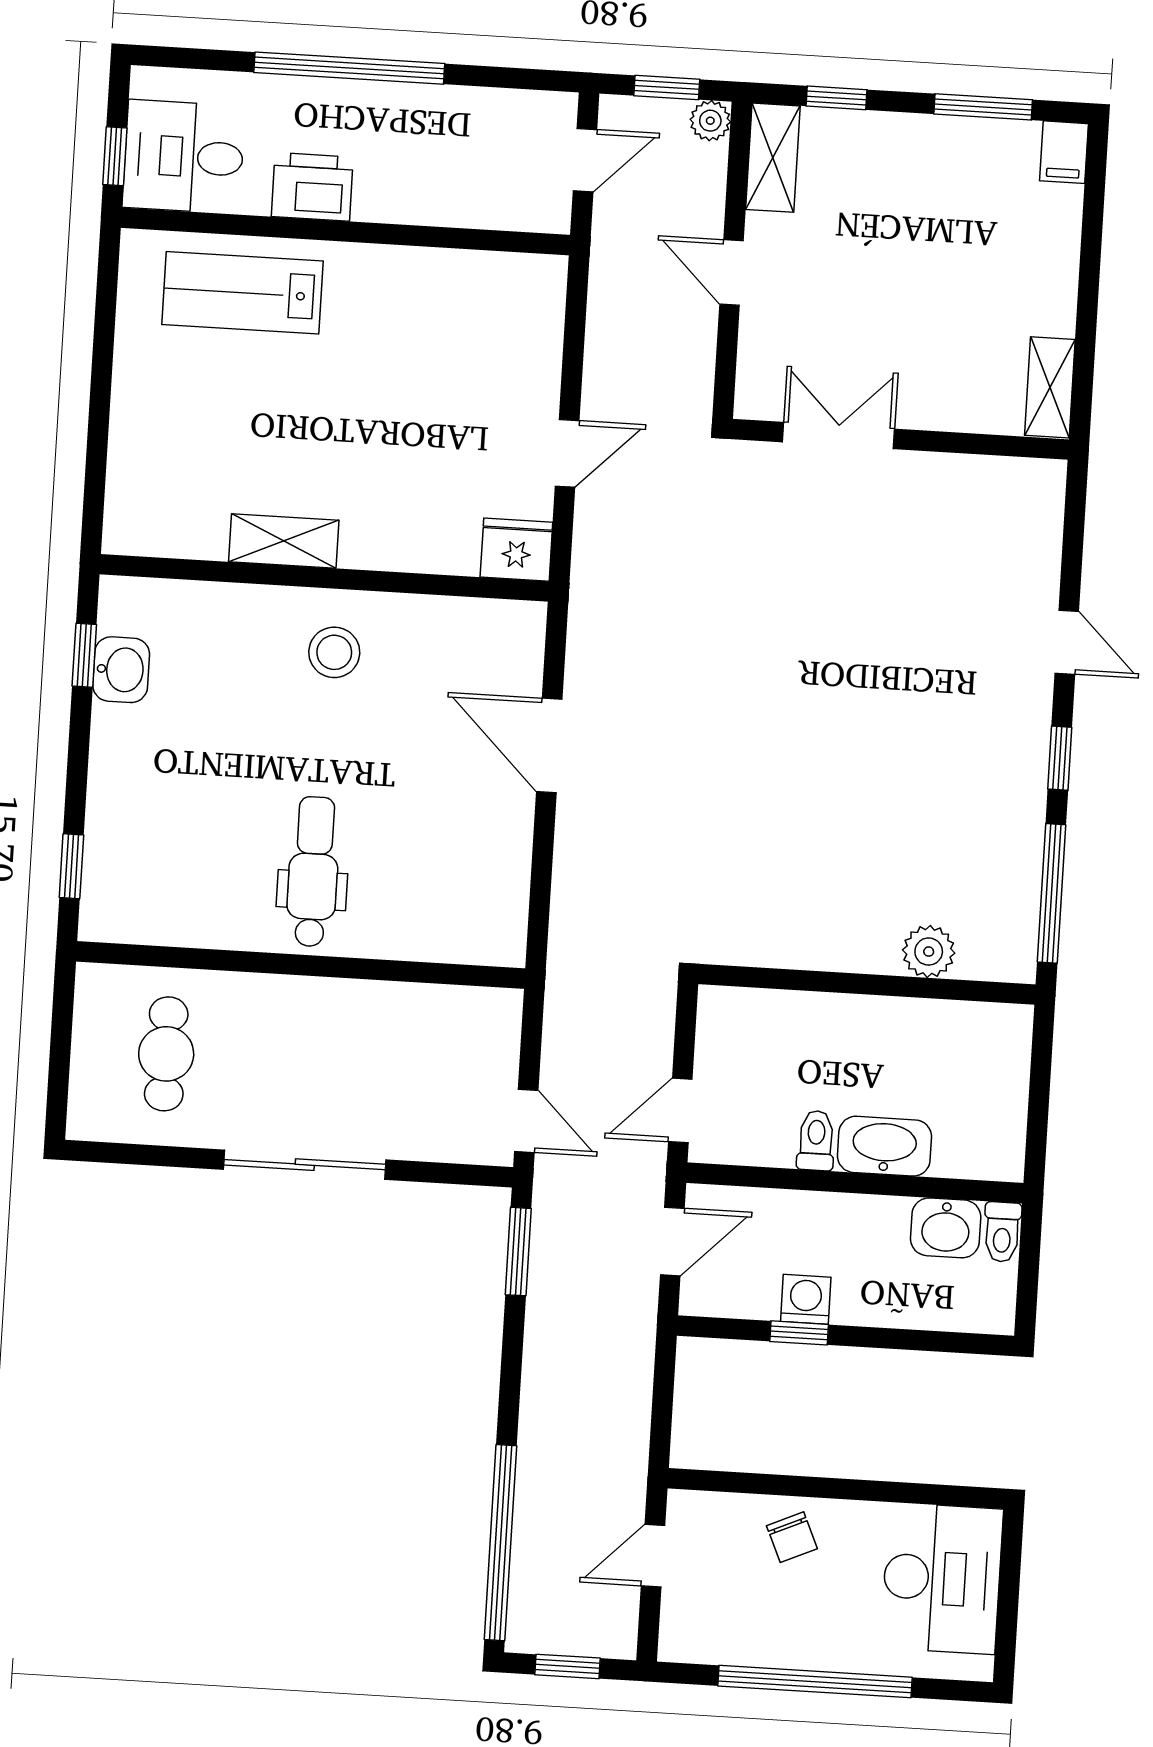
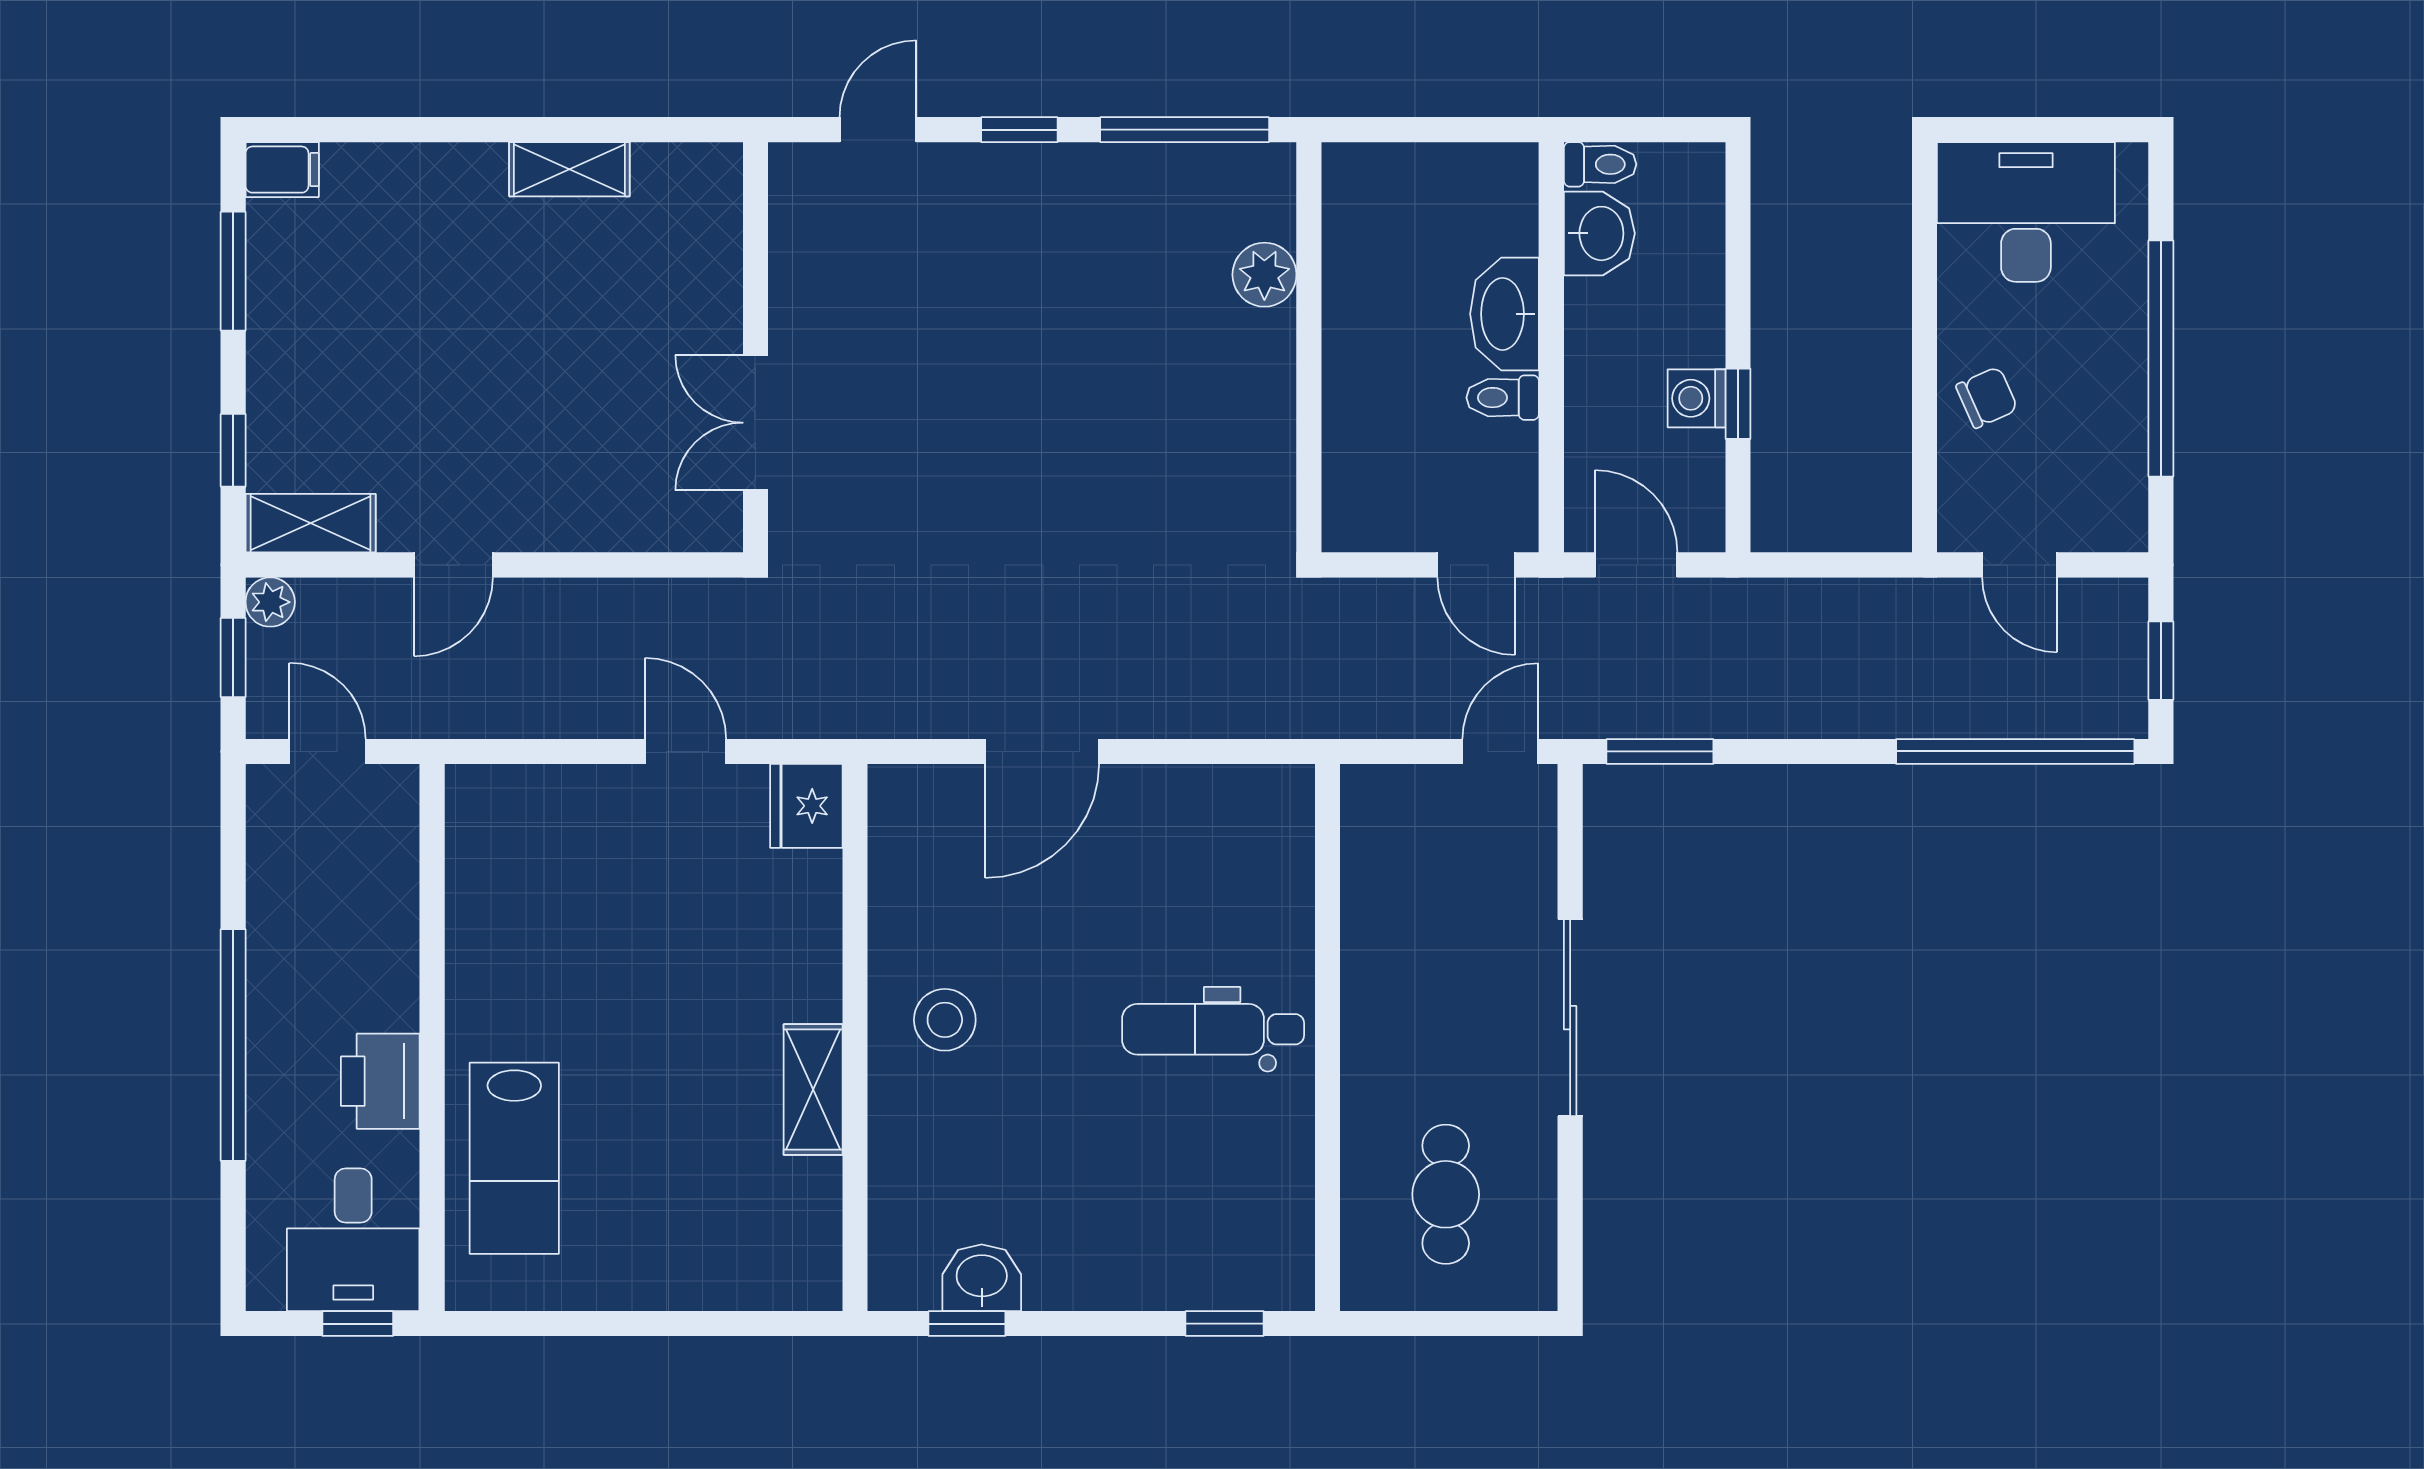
double door: (839, 435) -> (755, 423), moved
wall: (900, 439) -> (755, 347), moved
cafe table: (166, 1054) -> (1446, 1194), turned 90

